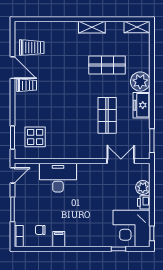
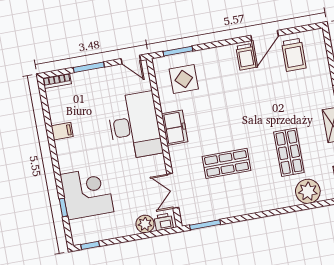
plant: (140, 82) -> (308, 191), moved
freezer: (142, 105) -> (175, 128), moved, turned 90
double door: (121, 161) -> (173, 191), swing flipped
desk: (58, 178) -> (134, 126), width x1.36, depth x1.30
printer: (144, 202) -> (164, 222), moved
corner desk: (132, 228) -> (87, 193), moved, turned 90
chair: (40, 230) -> (69, 106), removed

